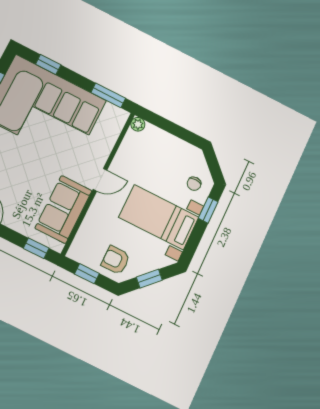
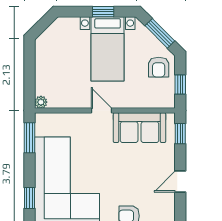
chair: (194, 184) -> (66, 33), removed
window: (208, 210) -> (103, 12), moved
window: (149, 279) -> (160, 33), width x1.50

